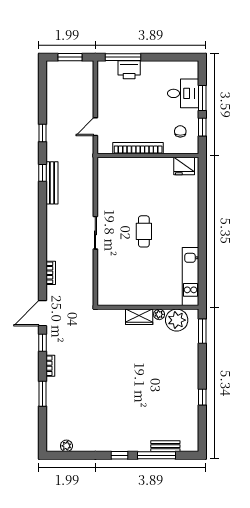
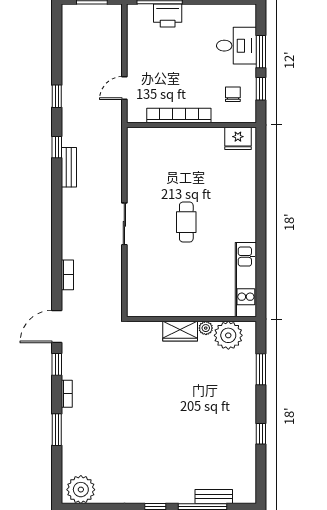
bench: (52, 183) -> (69, 167), width x0.73
window: (202, 331) -> (261, 369), moved
plant: (66, 446) -> (81, 490), width x1.88, depth x1.88

